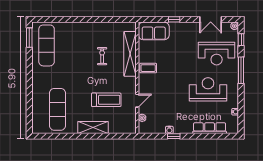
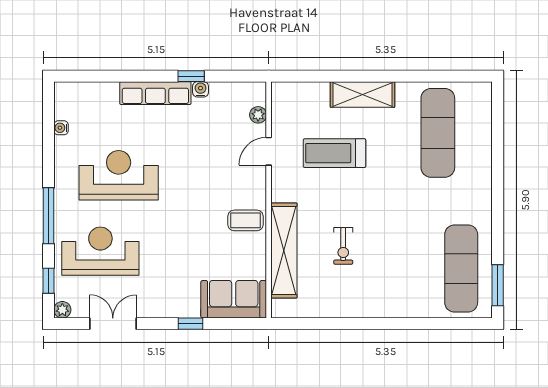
reception desk: (208, 89) -> (119, 175), turned 180
row of seats: (210, 128) -> (155, 93), moved

